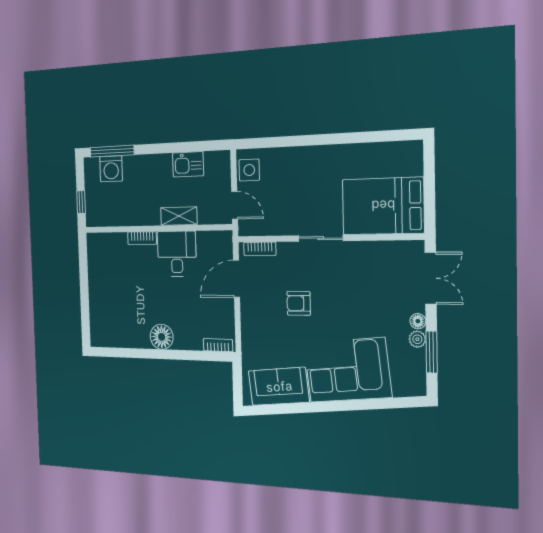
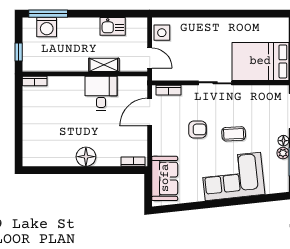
bookcase: (142, 238) -> (35, 81), moved
armchair: (299, 303) -> (197, 129), turned 180
coffee table: (347, 310) -> (234, 134), added
sofa: (279, 386) -> (165, 178), moved, turned 96

